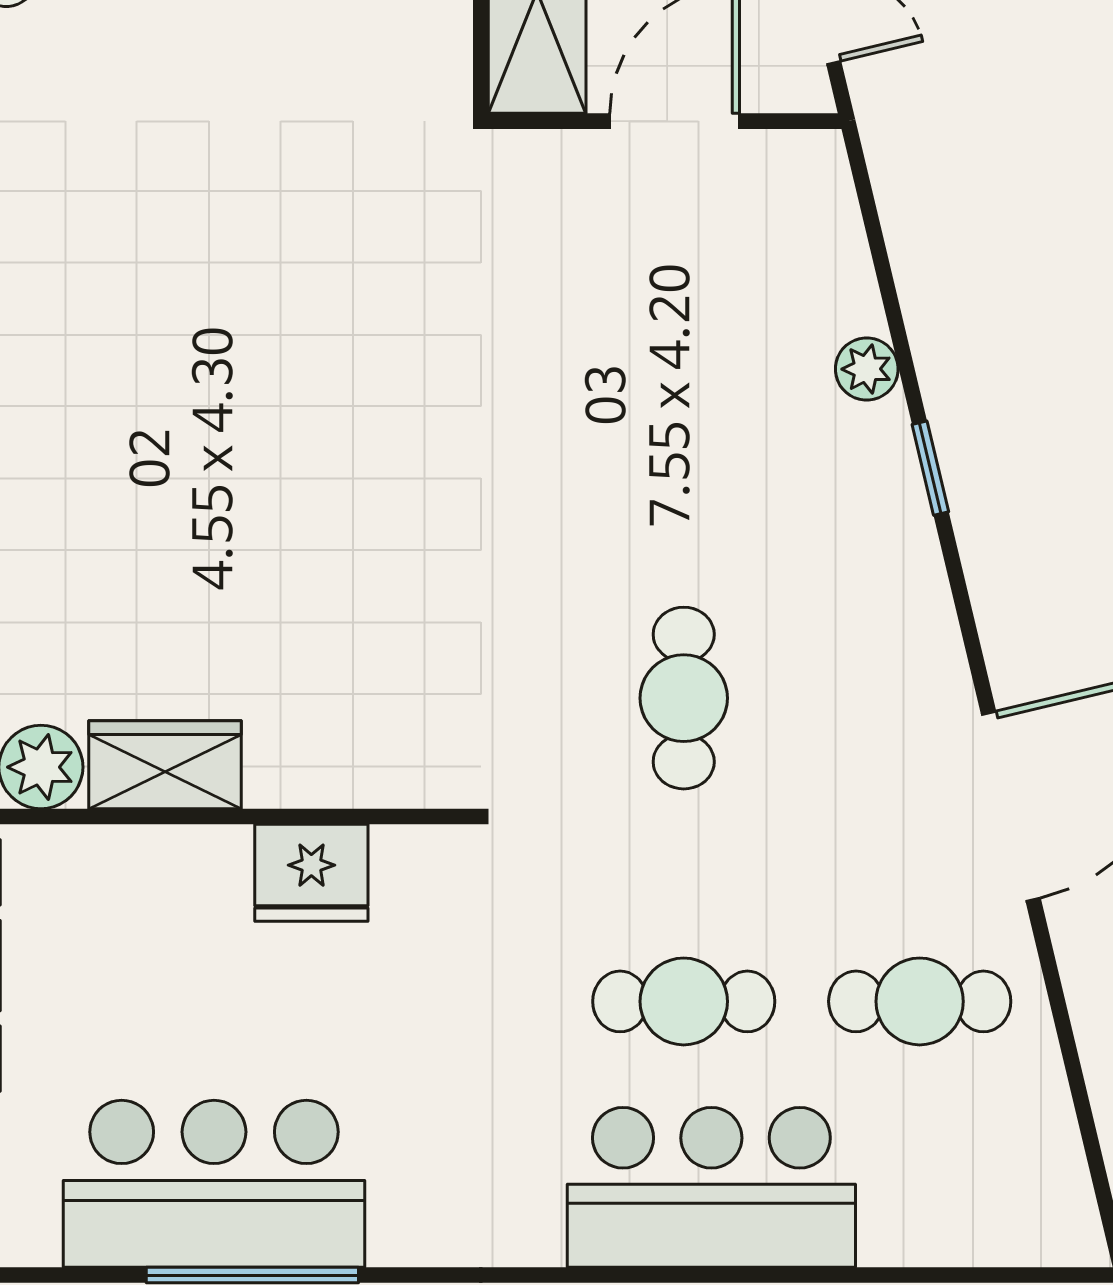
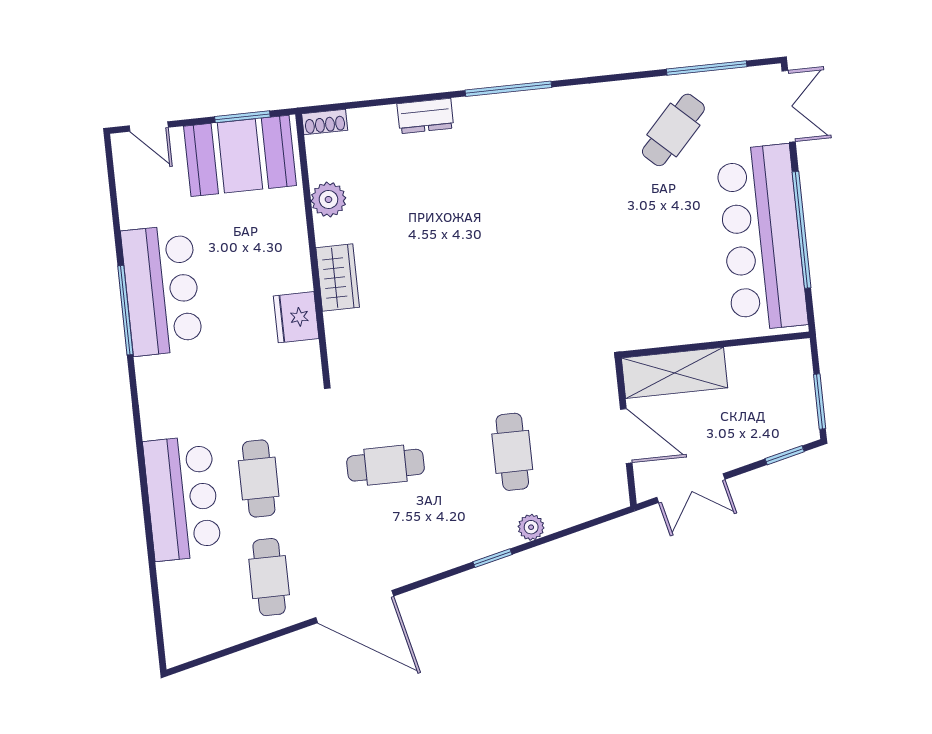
cafe table: (684, 395) -> (512, 452), added
wardrobe: (165, 765) -> (338, 278), moved

